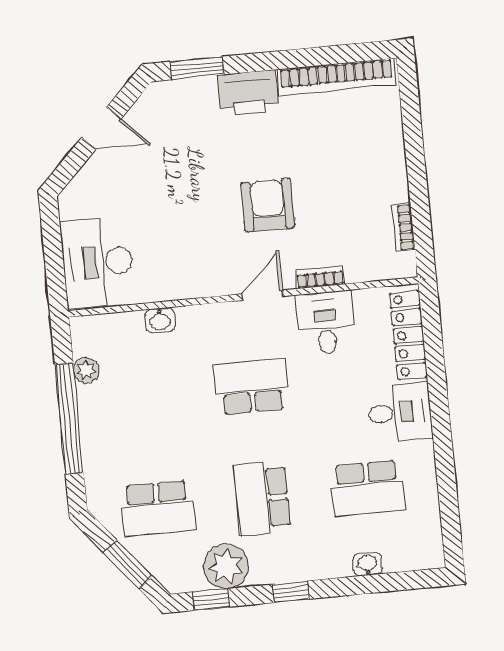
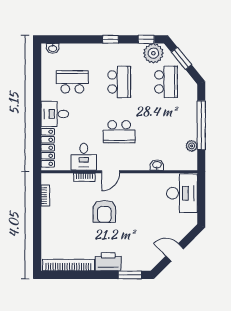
school desk: (158, 508) -> (166, 82), turned 90
washbasin: (367, 564) -> (53, 48), moved
plant: (226, 566) -> (153, 53), moved

